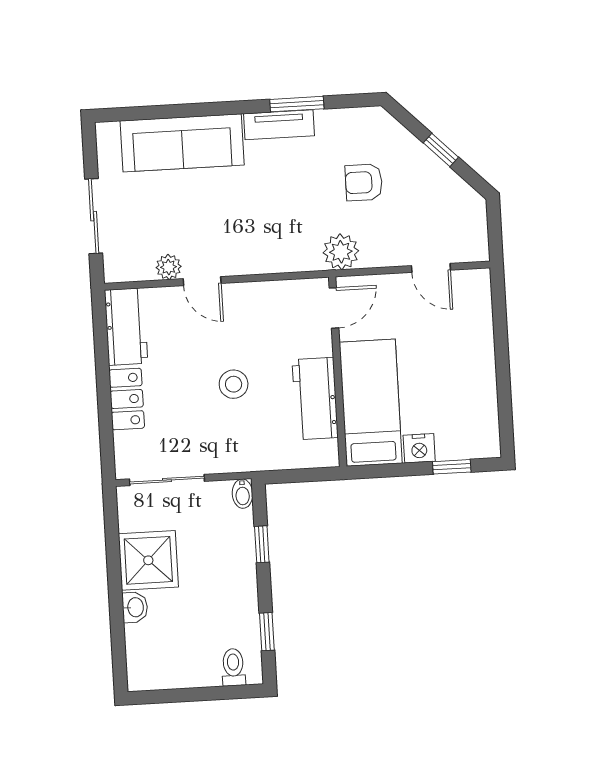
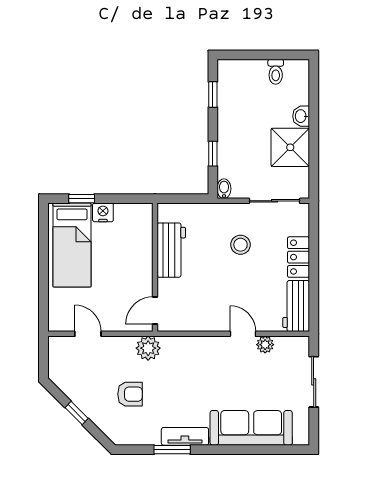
stool: (234, 384) -> (241, 245), moved
bed: (371, 403) -> (72, 245), moved
toilet: (233, 667) -> (276, 72), moved

